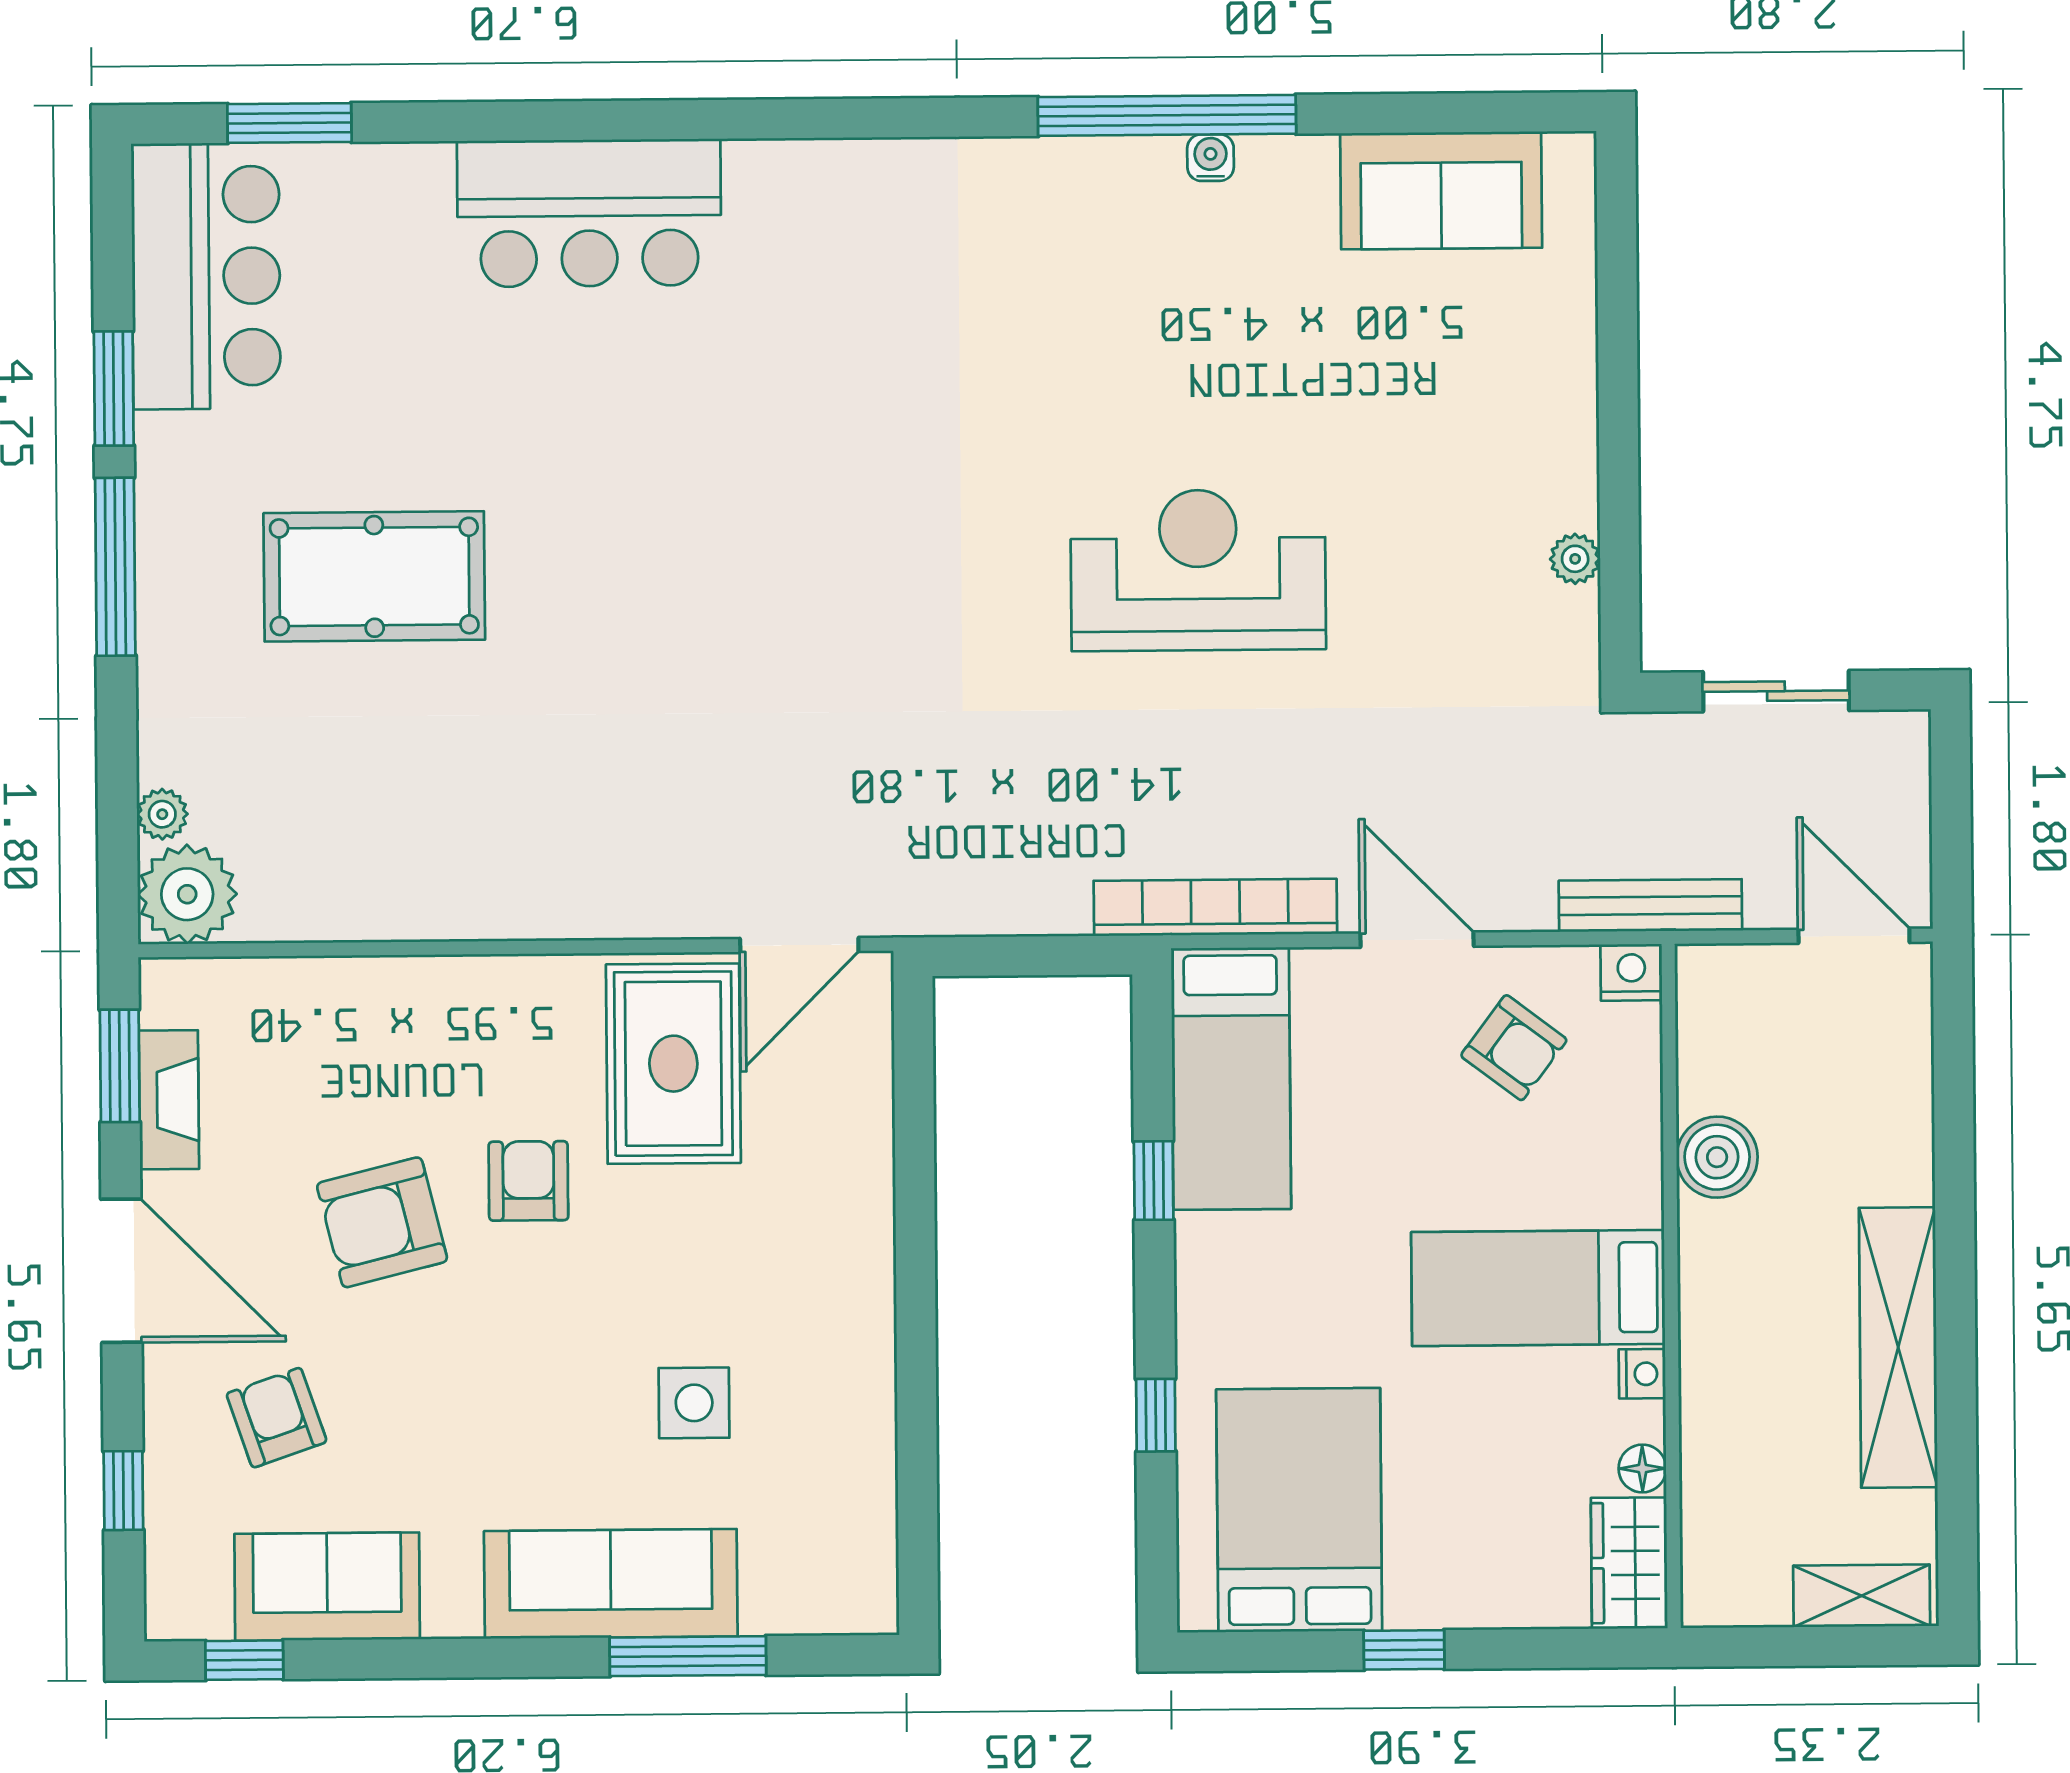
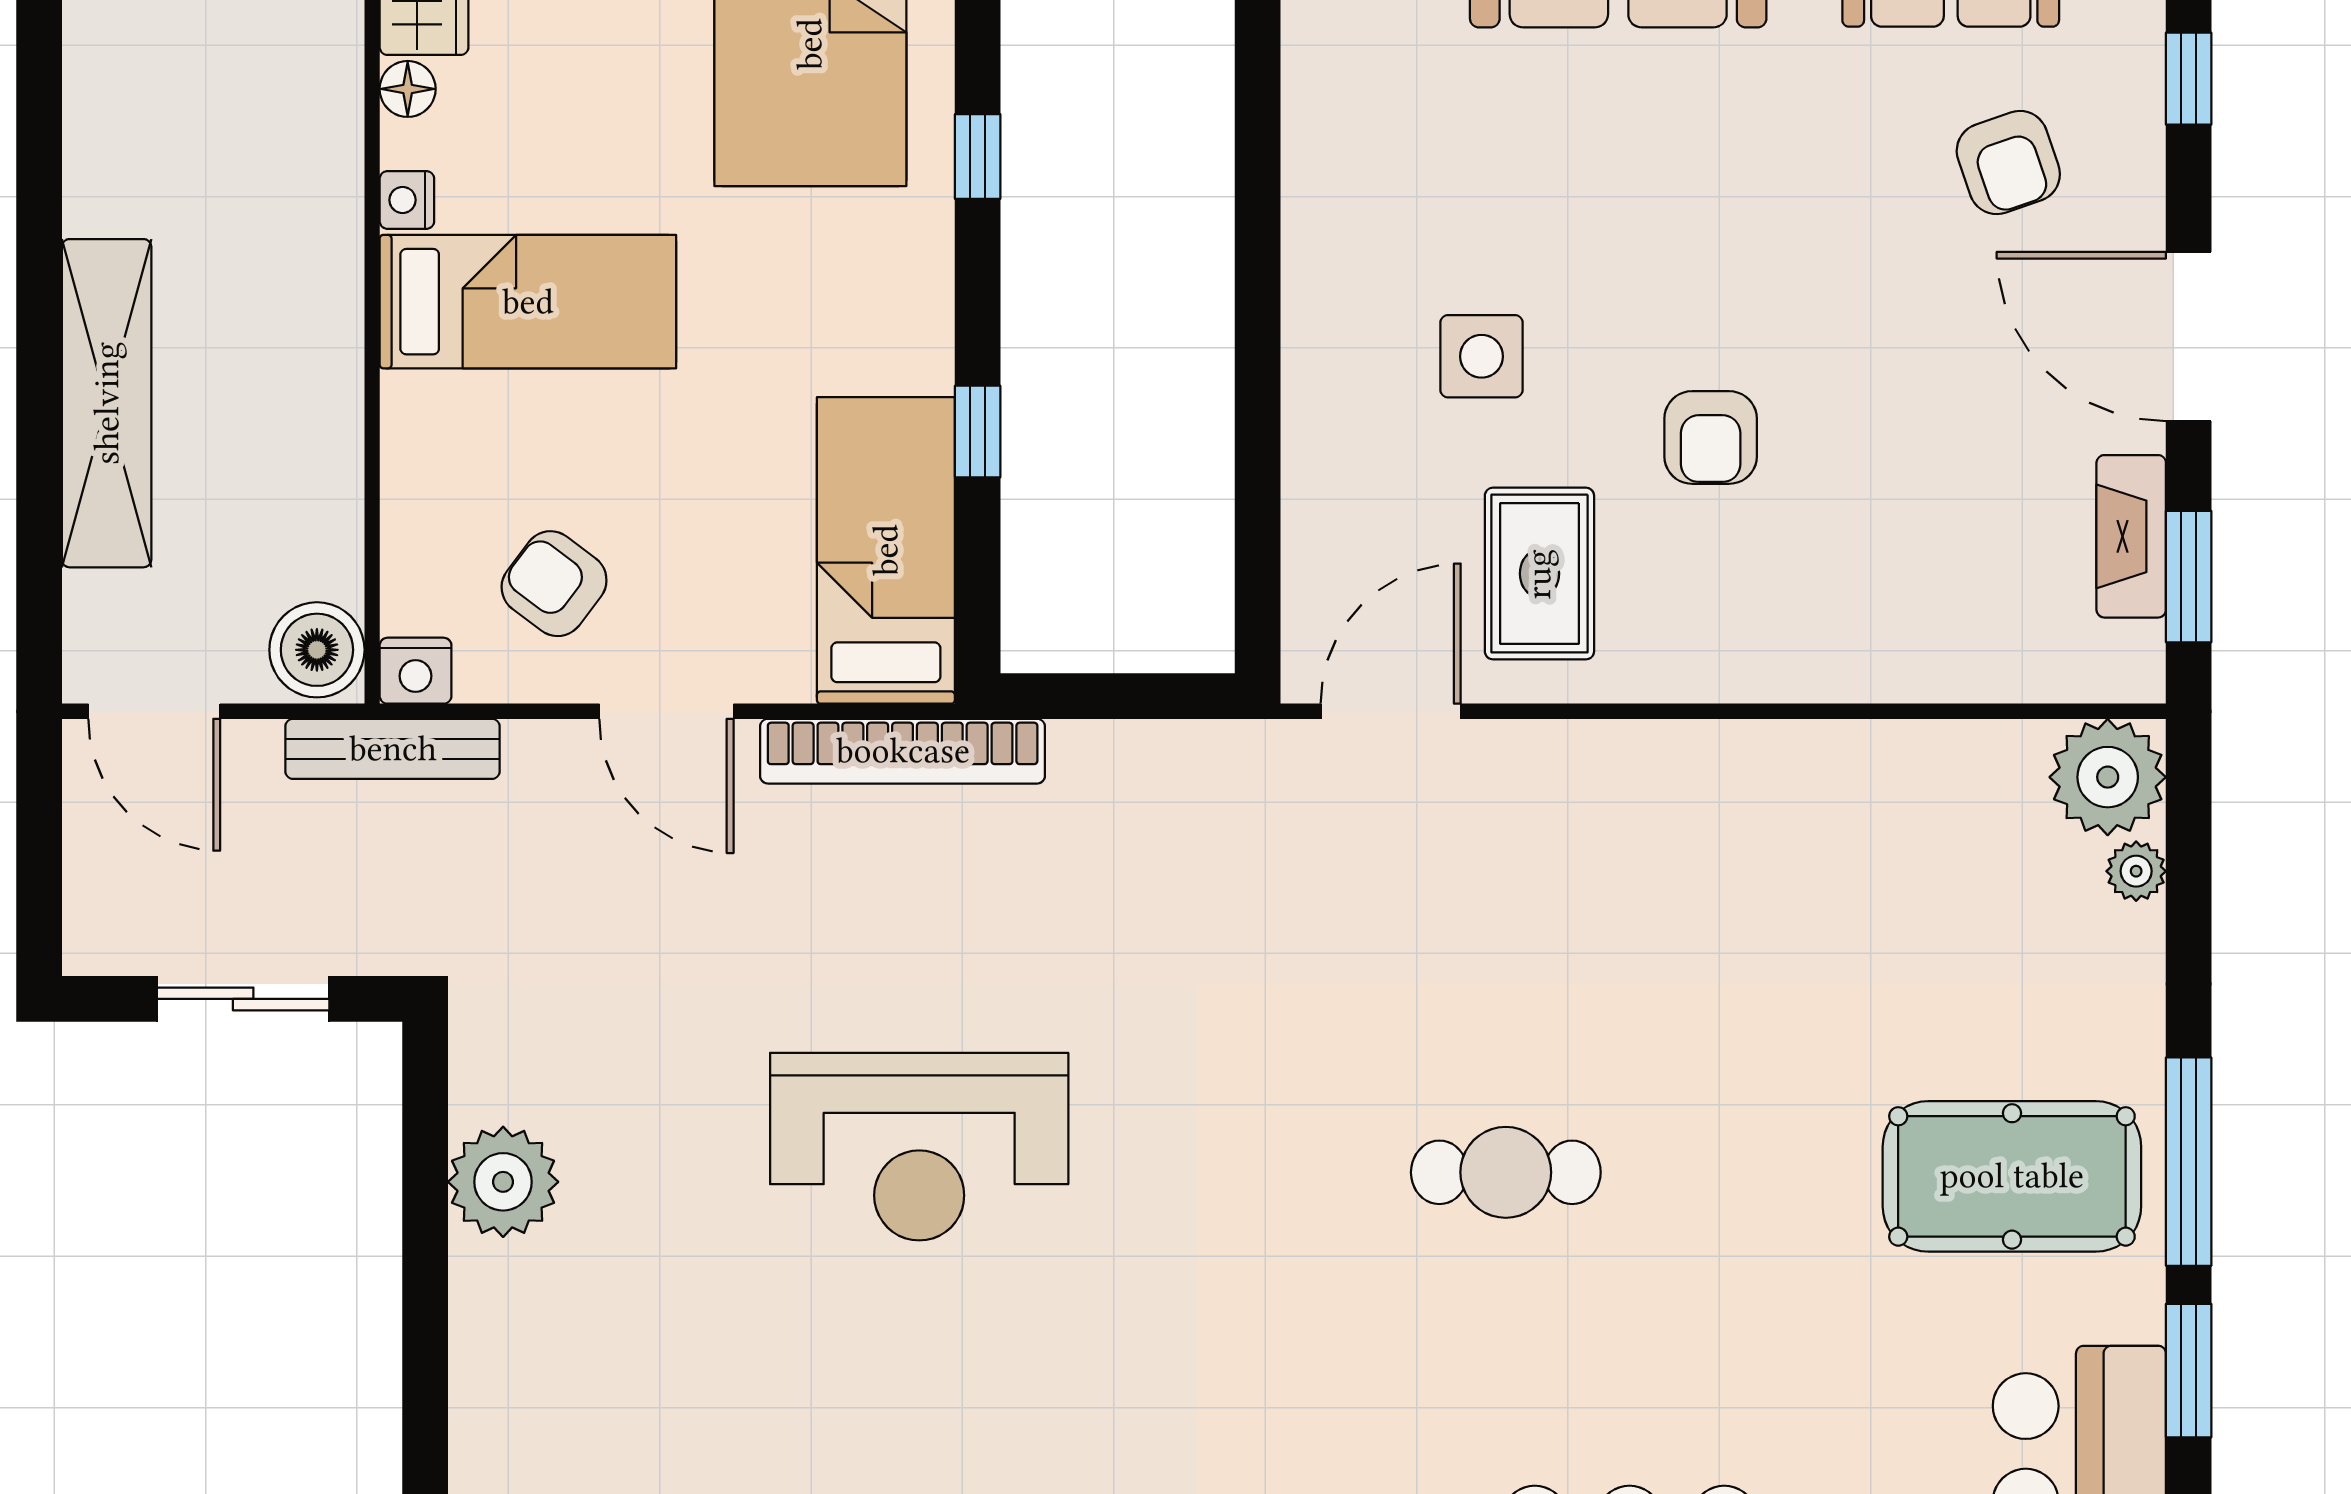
cafe table: (698, 553) -> (1506, 1172), added
plant: (1575, 559) -> (503, 1182), width x1.87, depth x1.87
pool table: (374, 576) -> (2012, 1176), moved
rug: (673, 1064) -> (1539, 574), width x0.73, depth x0.70
boiler: (1717, 1157) -> (317, 650), moved
armchair: (382, 1222) -> (1883, 390), removed
shelving: (1898, 1348) -> (107, 403), moved
side table: (694, 1403) -> (1482, 356), moved

